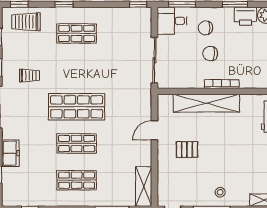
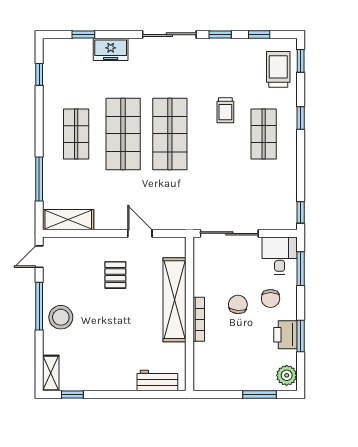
printer: (245, 16) -> (285, 335), moved
chair: (206, 28) -> (271, 299), turned 180
trolley: (30, 76) -> (225, 110), moved
shop shelf: (77, 143) -> (123, 134), width x1.43, depth x1.36
stool: (220, 192) -> (61, 317), width x1.89, depth x1.89

